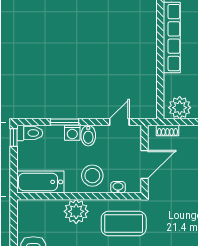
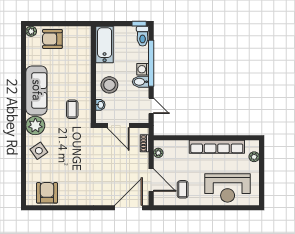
plant: (180, 108) -> (158, 153), width x0.53, depth x0.53
window: (64, 122) -> (151, 63), width x2.11
plant: (76, 211) -> (82, 72), removed
coffee table: (124, 223) -> (72, 109), width x0.54, depth x0.58

